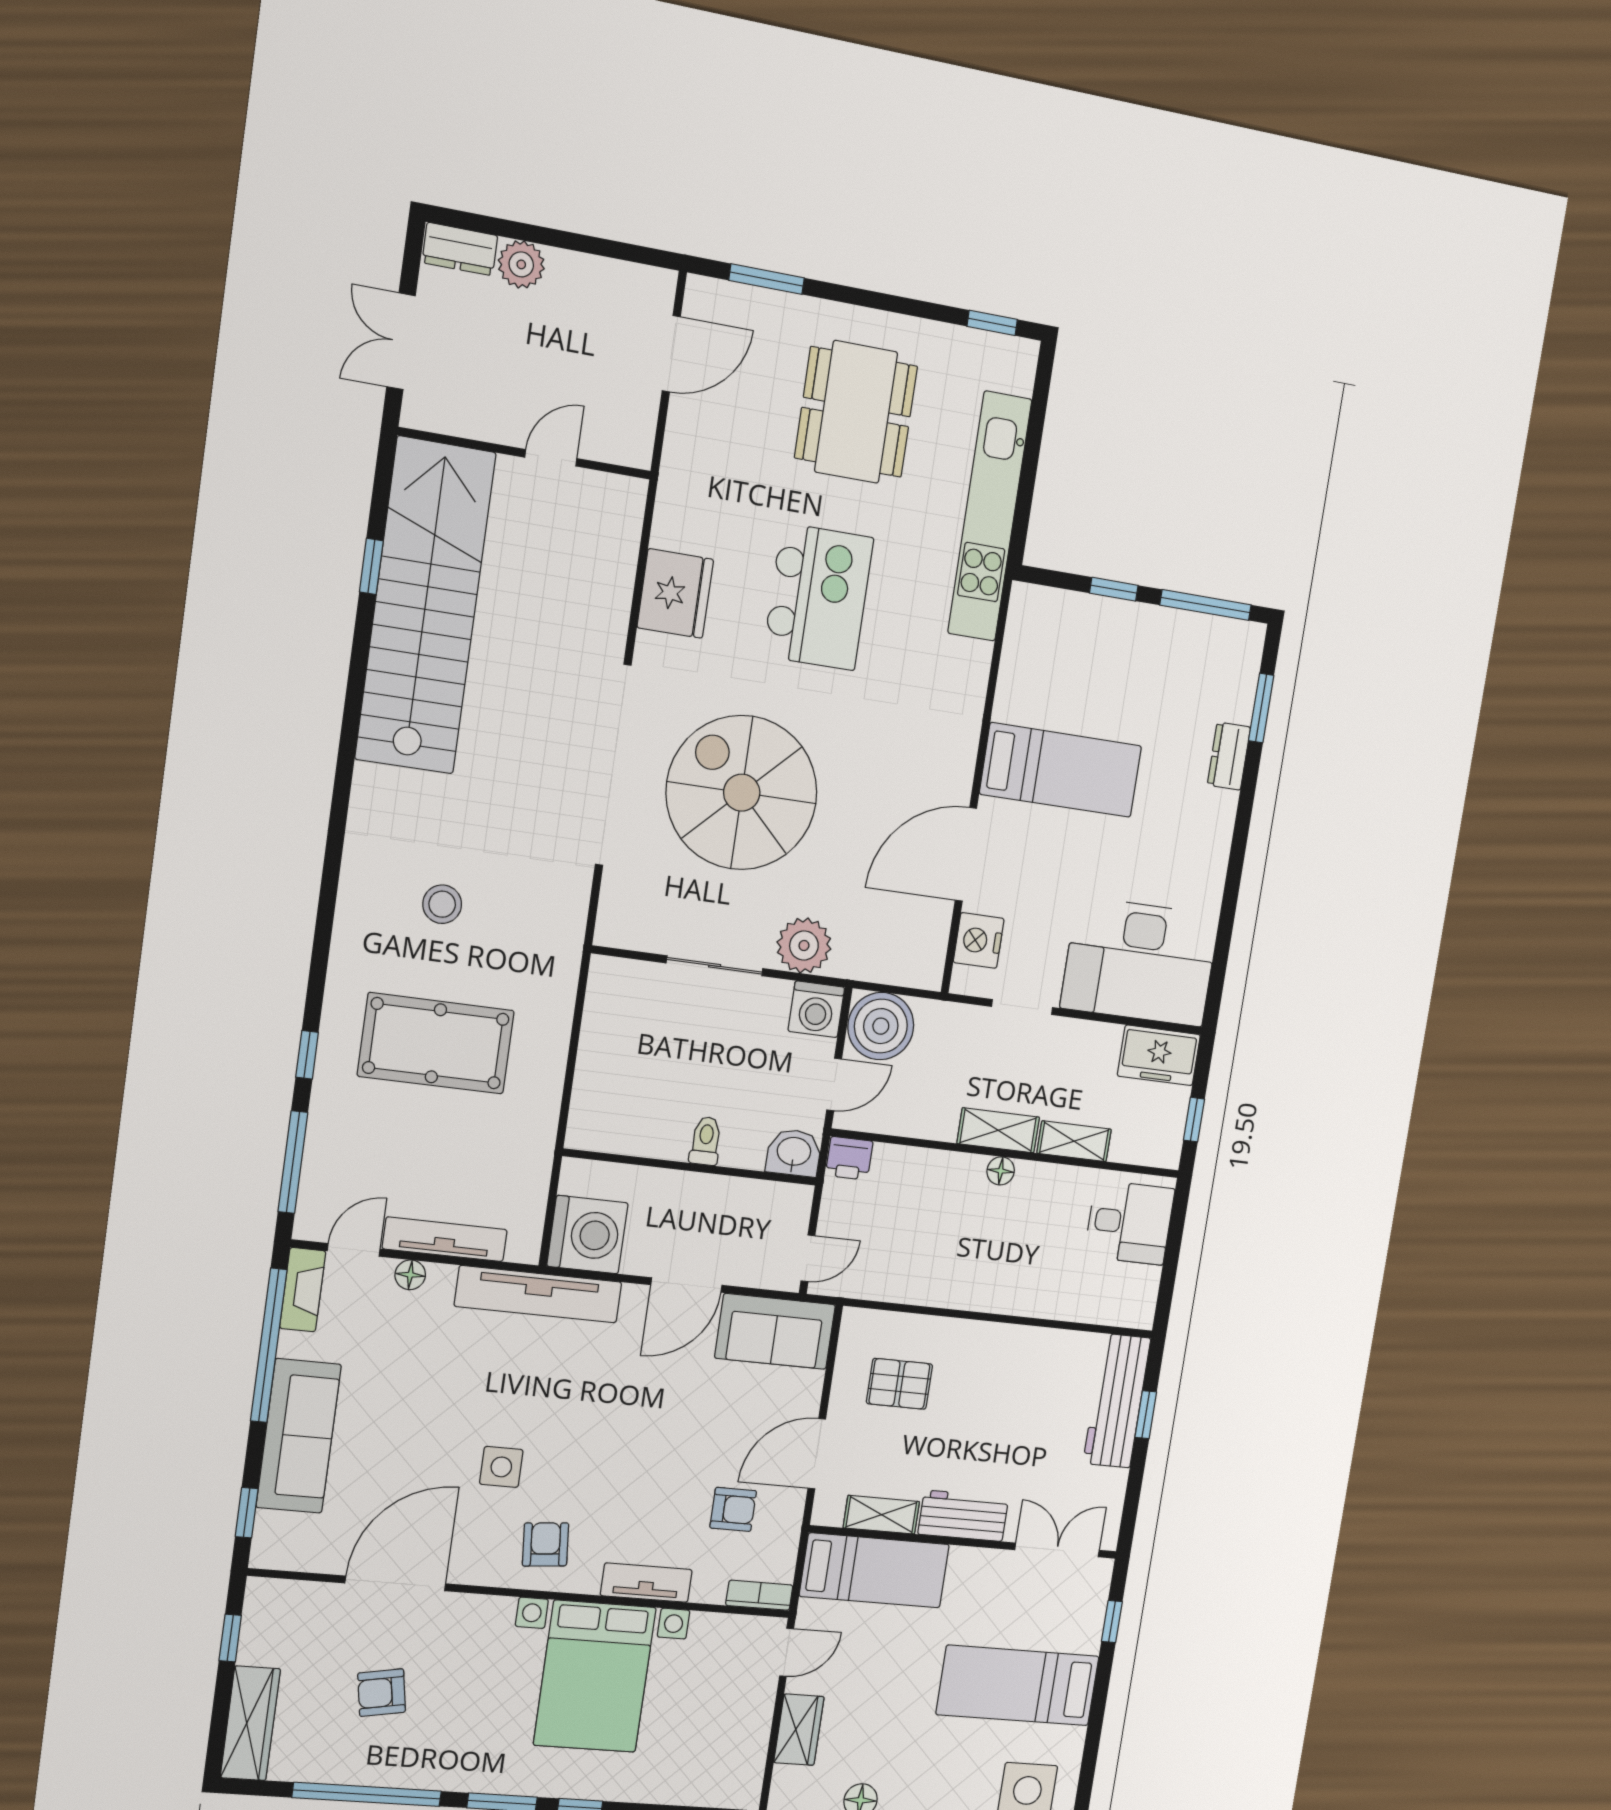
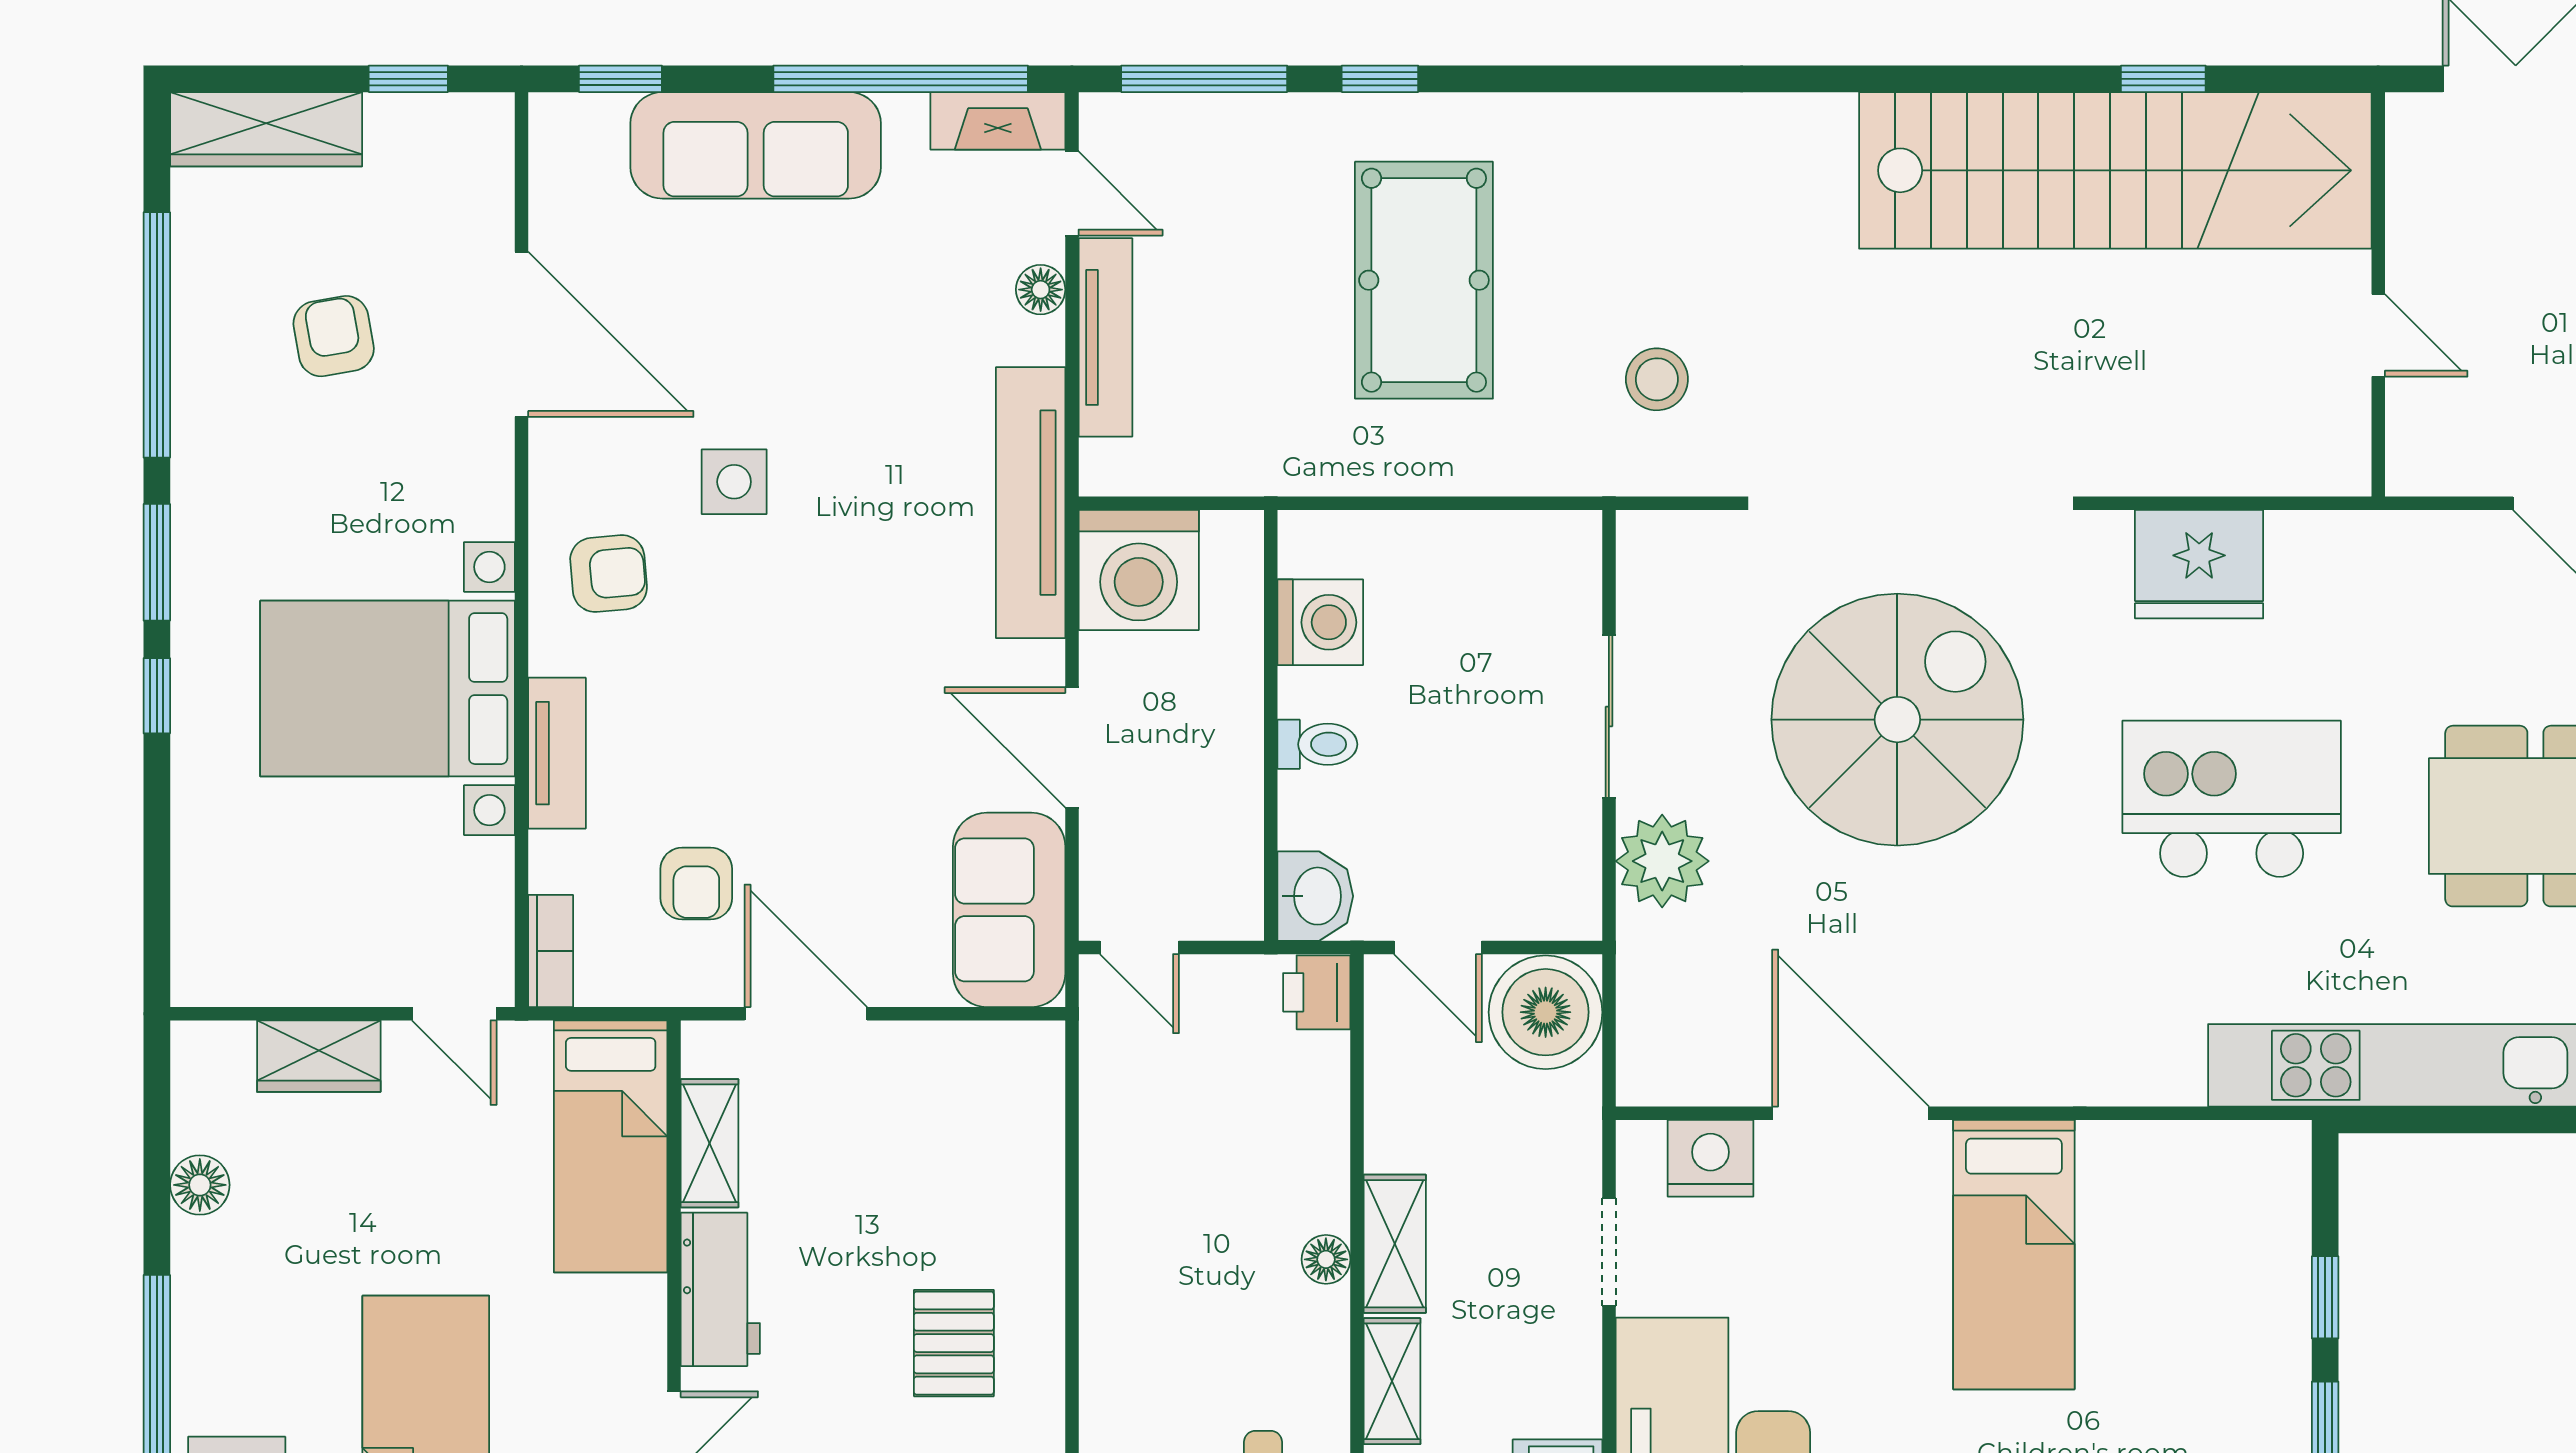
kitchen island: (818, 597) -> (2232, 799), turned 180
stool: (442, 904) -> (1657, 379), moved
washing machine: (816, 1009) -> (1320, 622), moved, turned 180
pallet: (899, 1384) -> (954, 1343), moved

